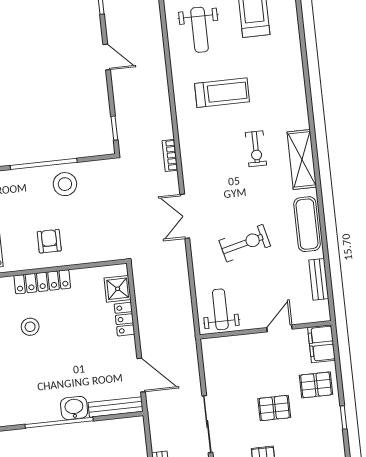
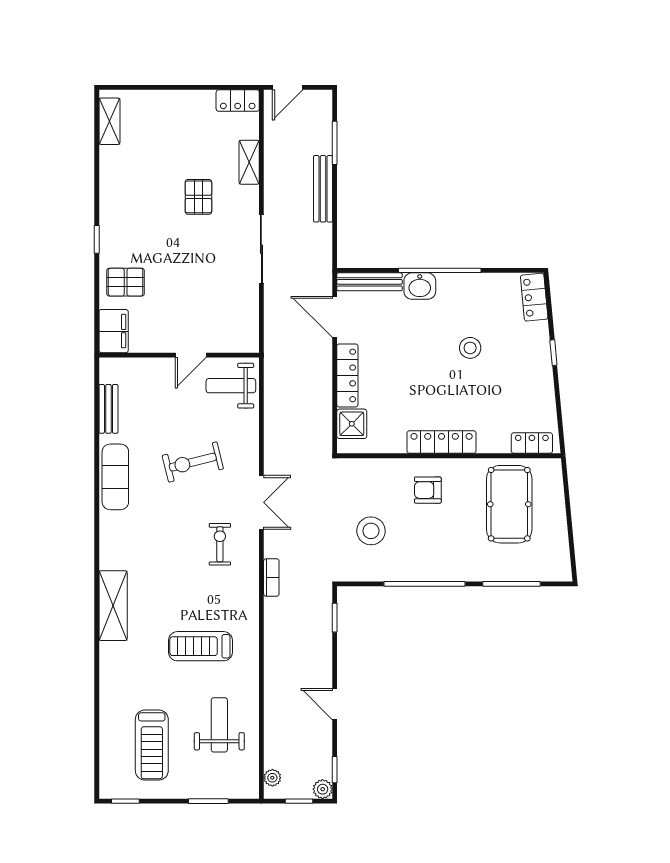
exercise bike: (256, 149) -> (220, 544), moved
shelving: (302, 159) -> (113, 606), moved
stool: (65, 184) -> (371, 531), moved
armchair: (49, 241) -> (428, 490), turned 90
weight bench: (220, 309) -> (231, 386), turned 90
locker: (124, 319) -> (347, 375), width x1.53
stool: (30, 327) -> (470, 348), moved
door: (279, 328) -> (191, 355), moved
pallet: (274, 408) -> (179, 260), removed

